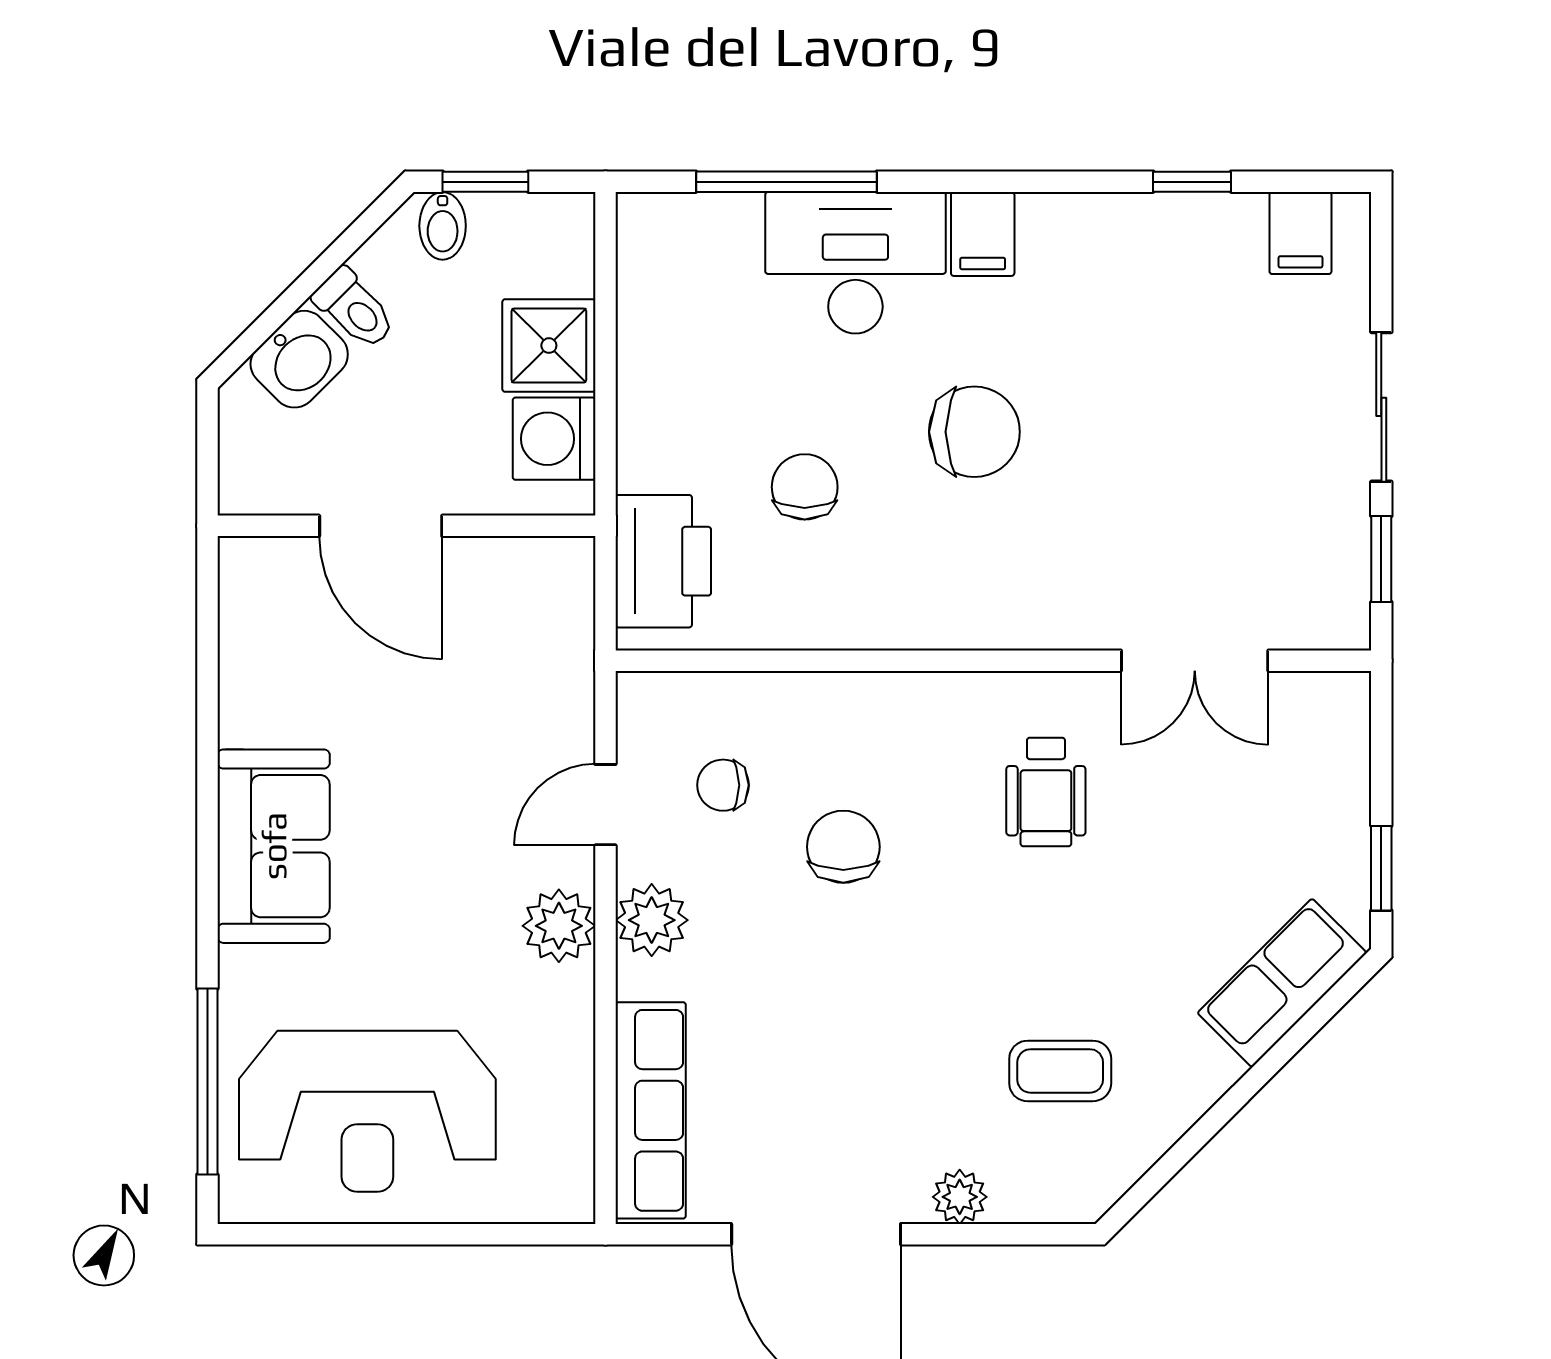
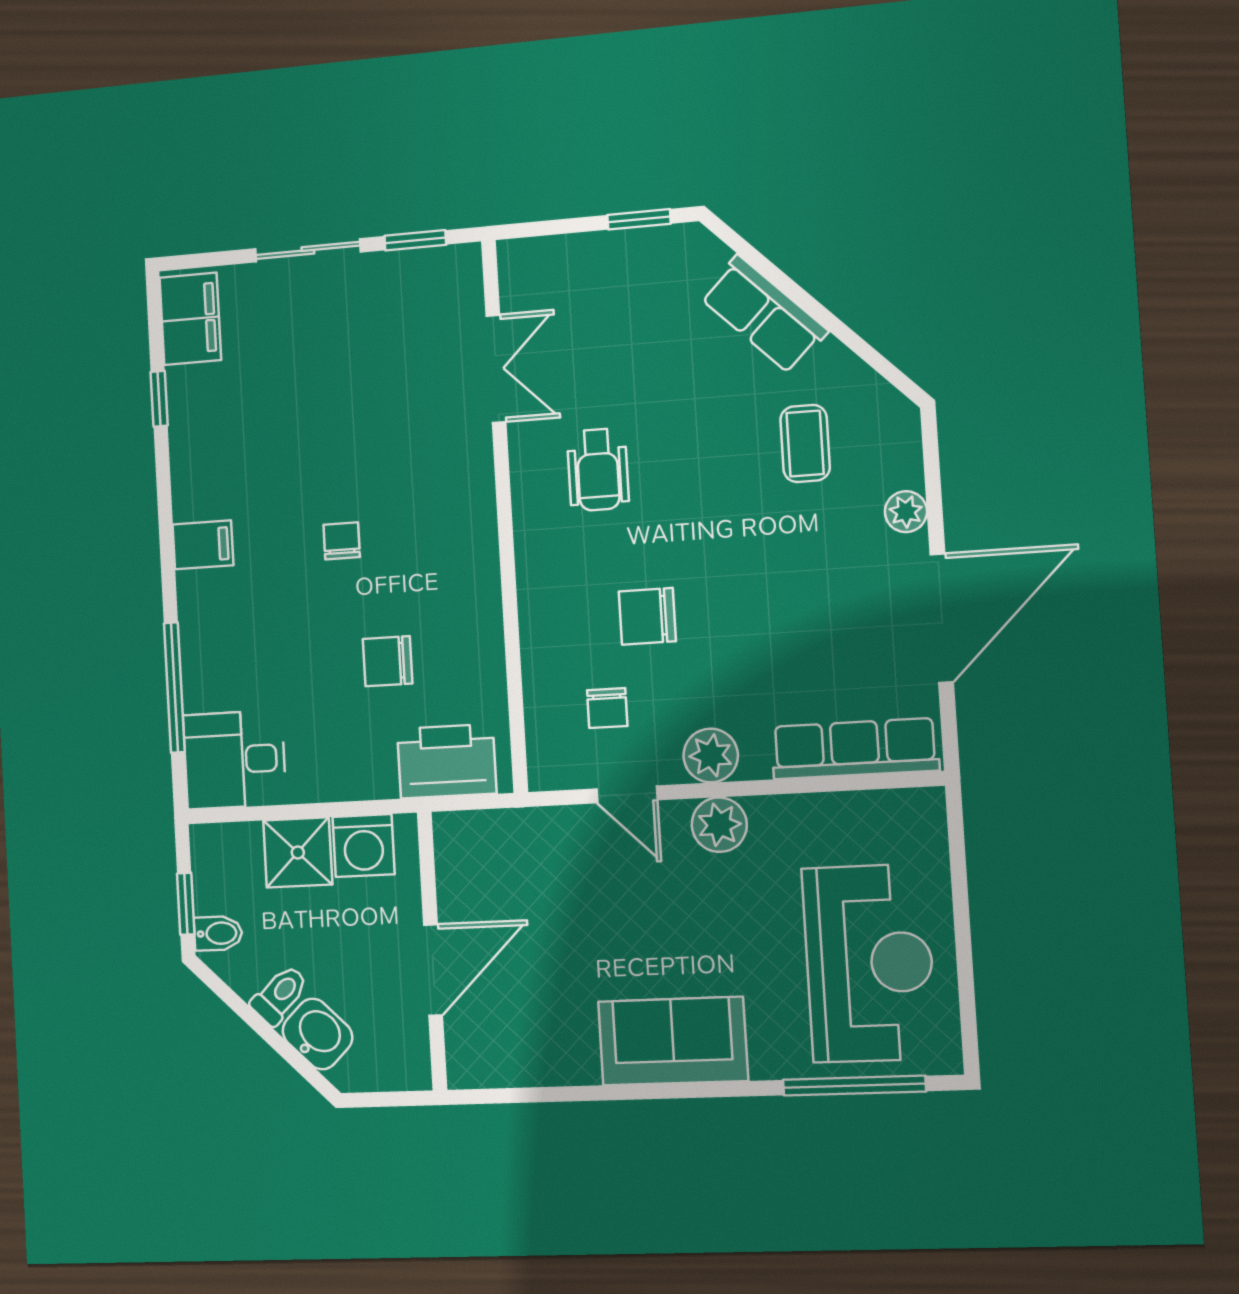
filing cabinet: (1300, 233) -> (190, 319), width x2.00
desk: (855, 263) -> (235, 760), moved, width x0.73
chair: (974, 432) -> (342, 541), width x0.54, depth x0.54
wheelchair: (1046, 792) -> (598, 470), turned 90
row of seats: (1282, 983) -> (764, 314), moved

